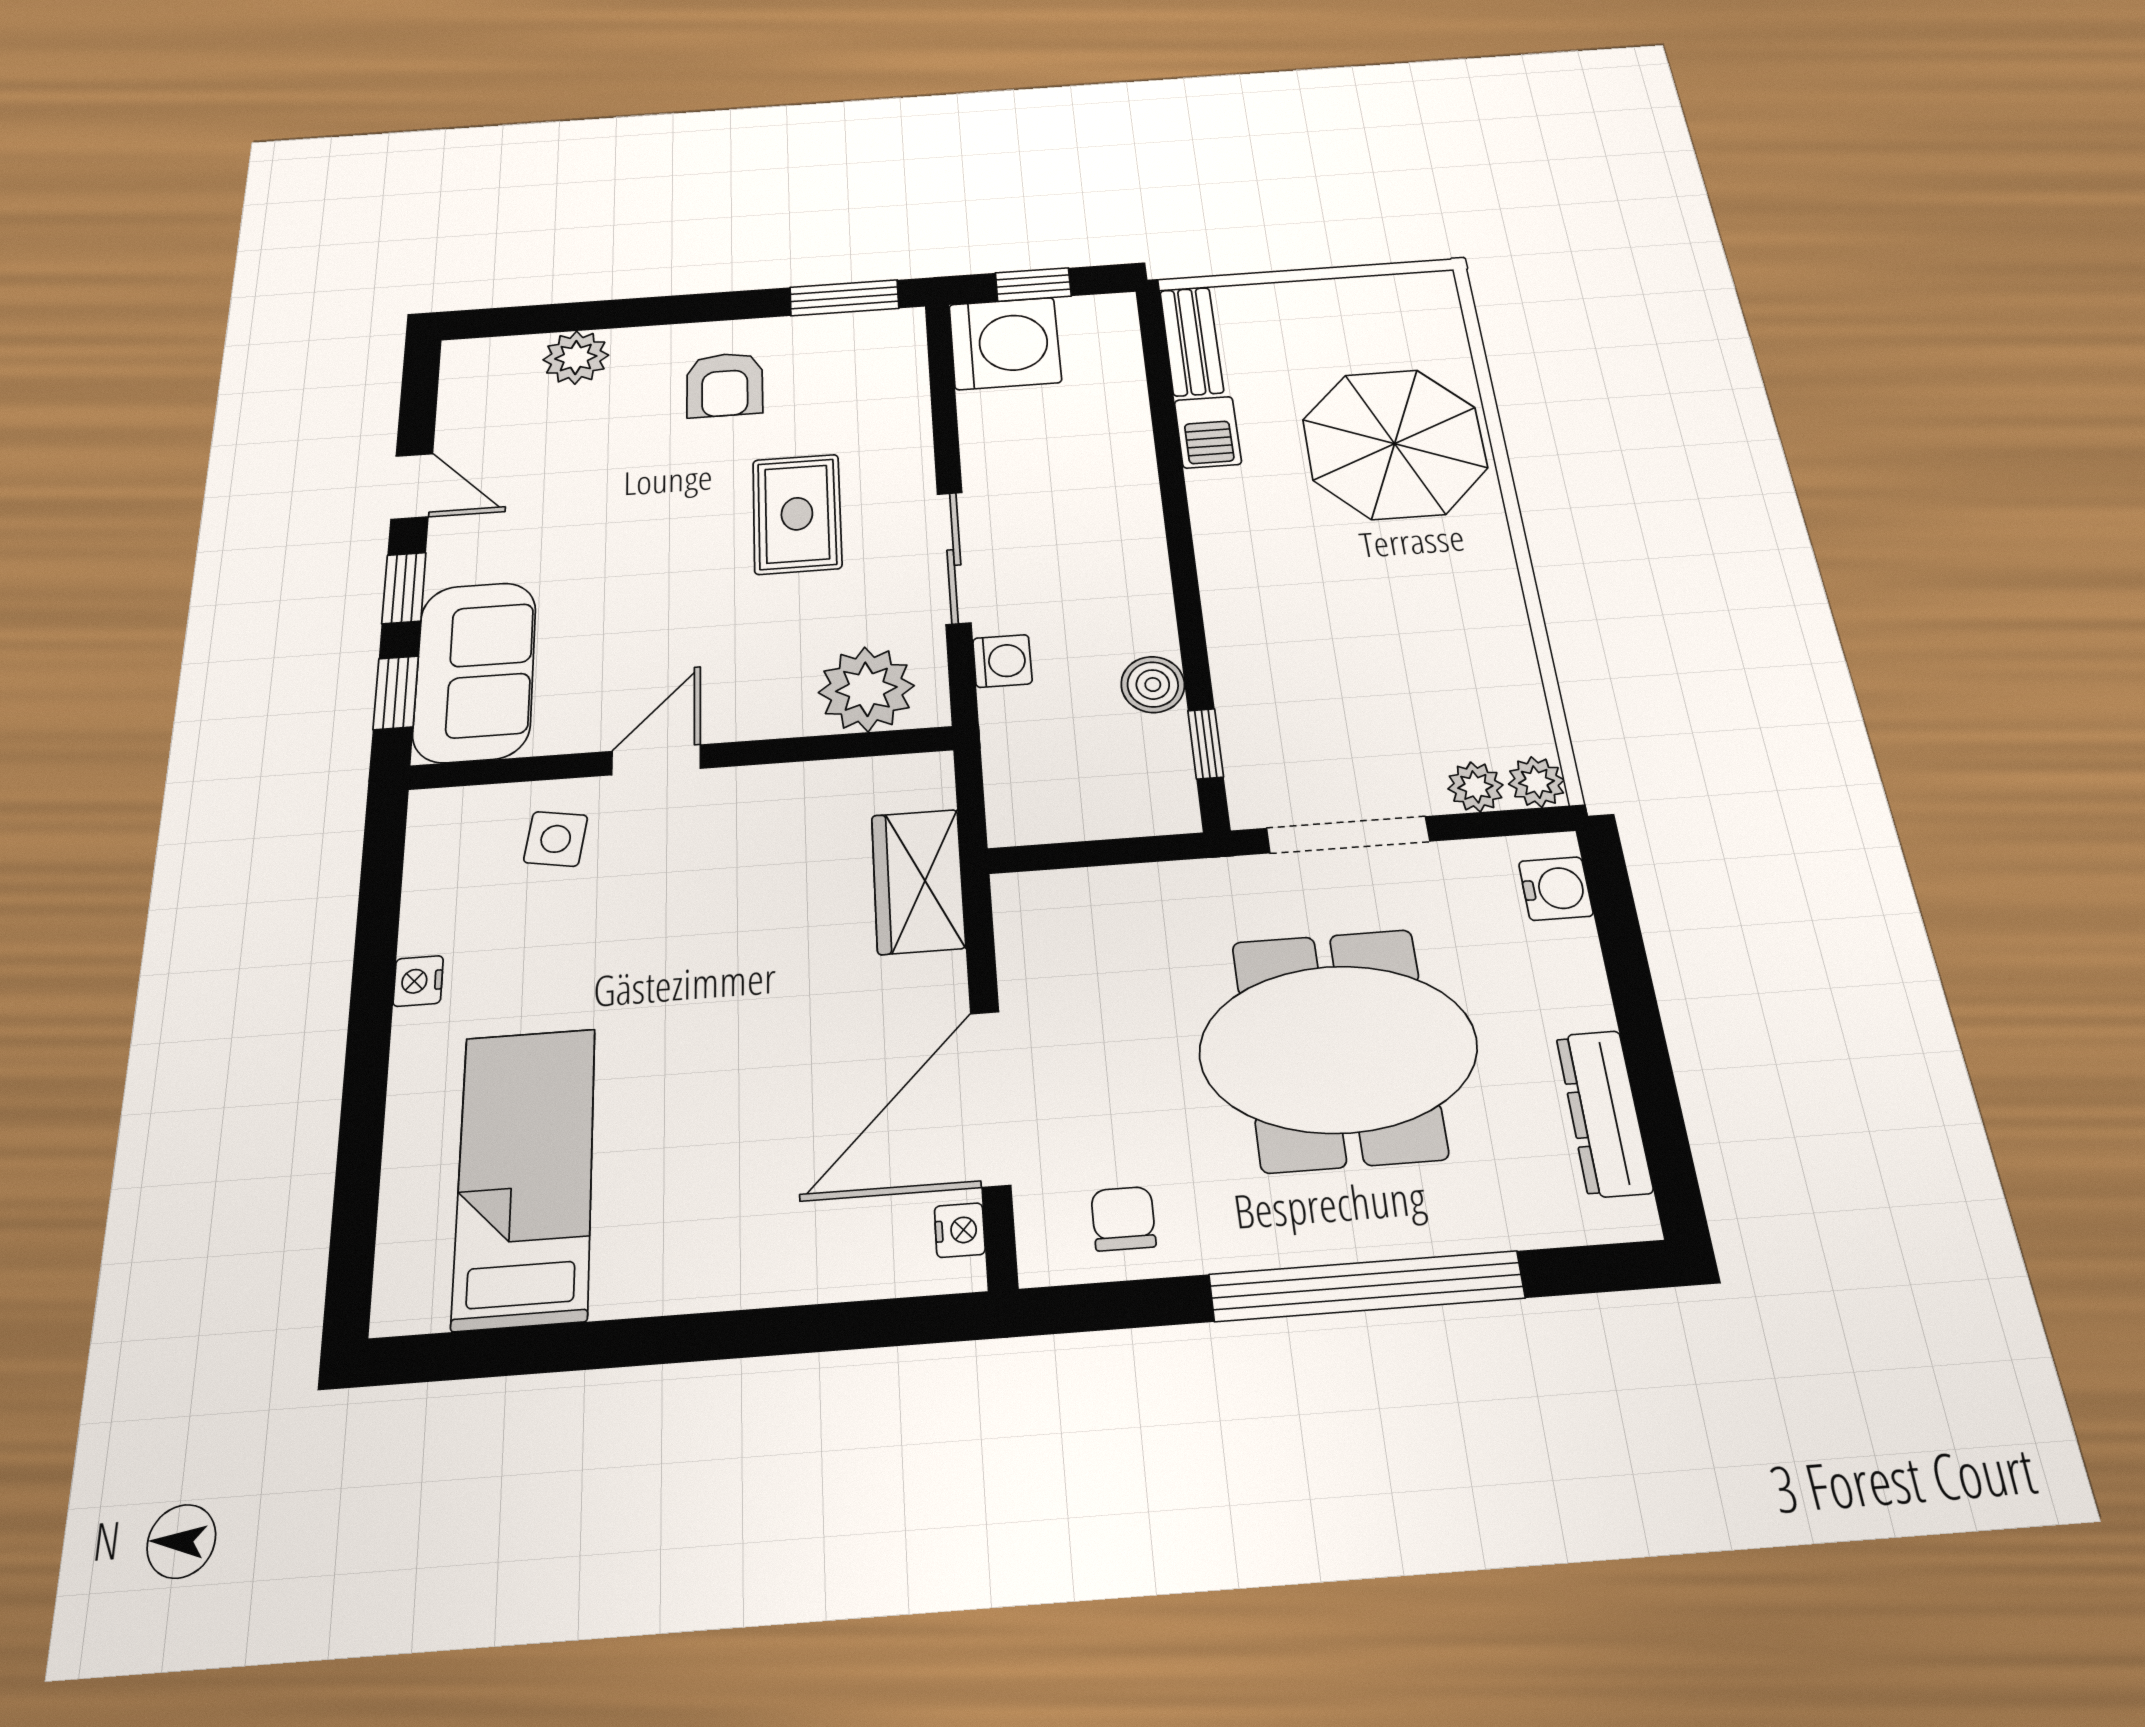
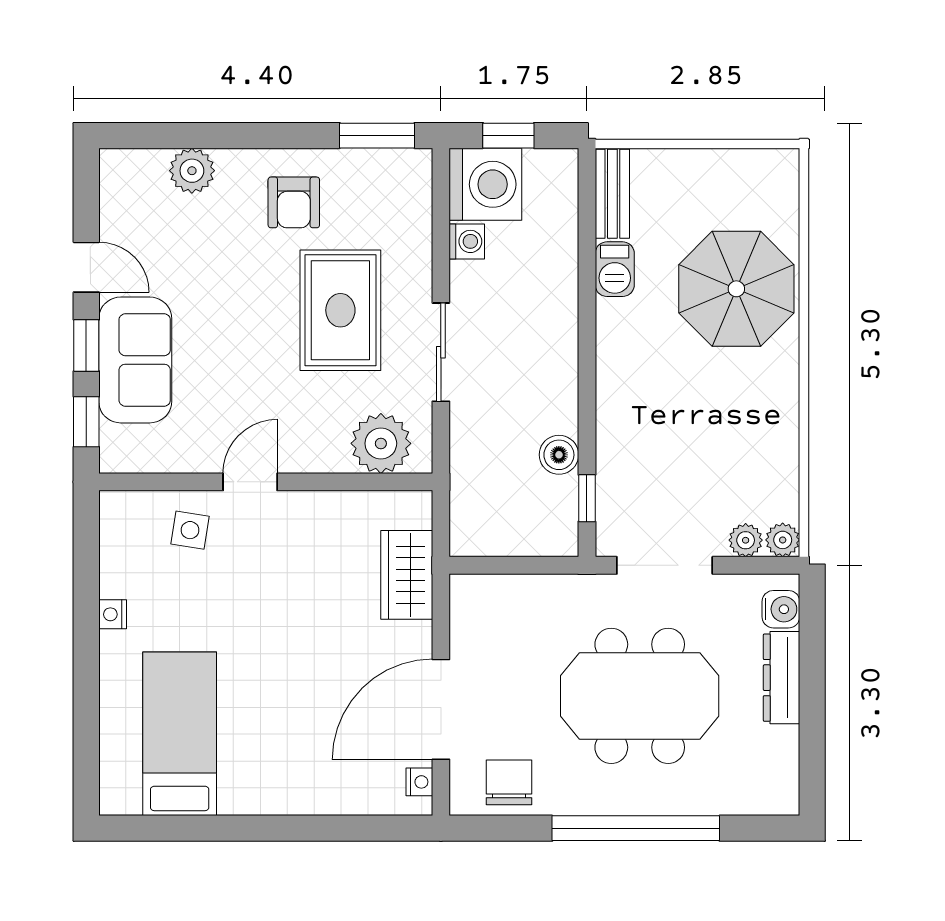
rug: (797, 514) -> (340, 310), width x1.36, depth x1.43
washing machine: (1002, 661) -> (467, 241), moved
sofa: (475, 671) -> (135, 360), moved
dresser: (1604, 1113) -> (782, 678), moved
chair: (1123, 1219) -> (509, 782), width x1.37, depth x1.37

